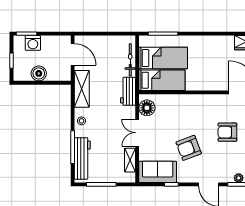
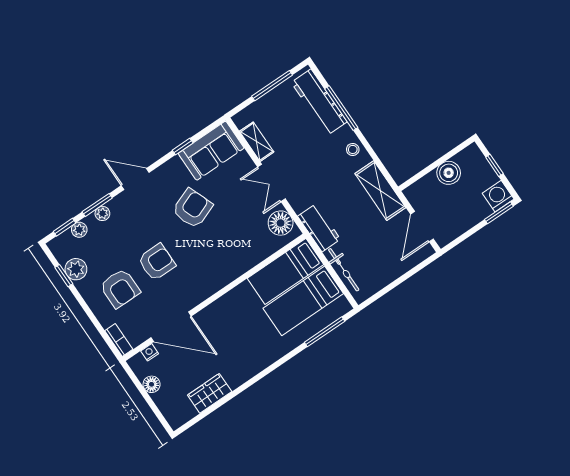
washing machine: (33, 43) -> (498, 196), moved
door: (73, 54) -> (422, 227), hinge flipped
double door: (137, 133) -> (271, 183), swing flipped

